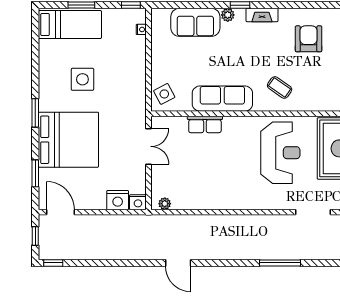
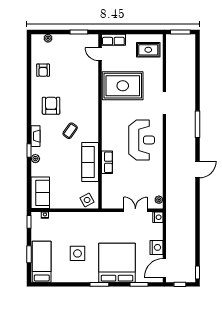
sofa: (195, 22) -> (40, 193), moved
armchair: (309, 39) -> (51, 106), turned 90
coffee table: (280, 87) -> (70, 131), moved
row of seats: (205, 124) -> (107, 162), moved
double door: (149, 146) -> (135, 210), moved
reception desk: (280, 153) -> (142, 140), moved, turned 90
nightstand: (118, 200) -> (156, 247), moved
door: (178, 263) -> (198, 169), moved

